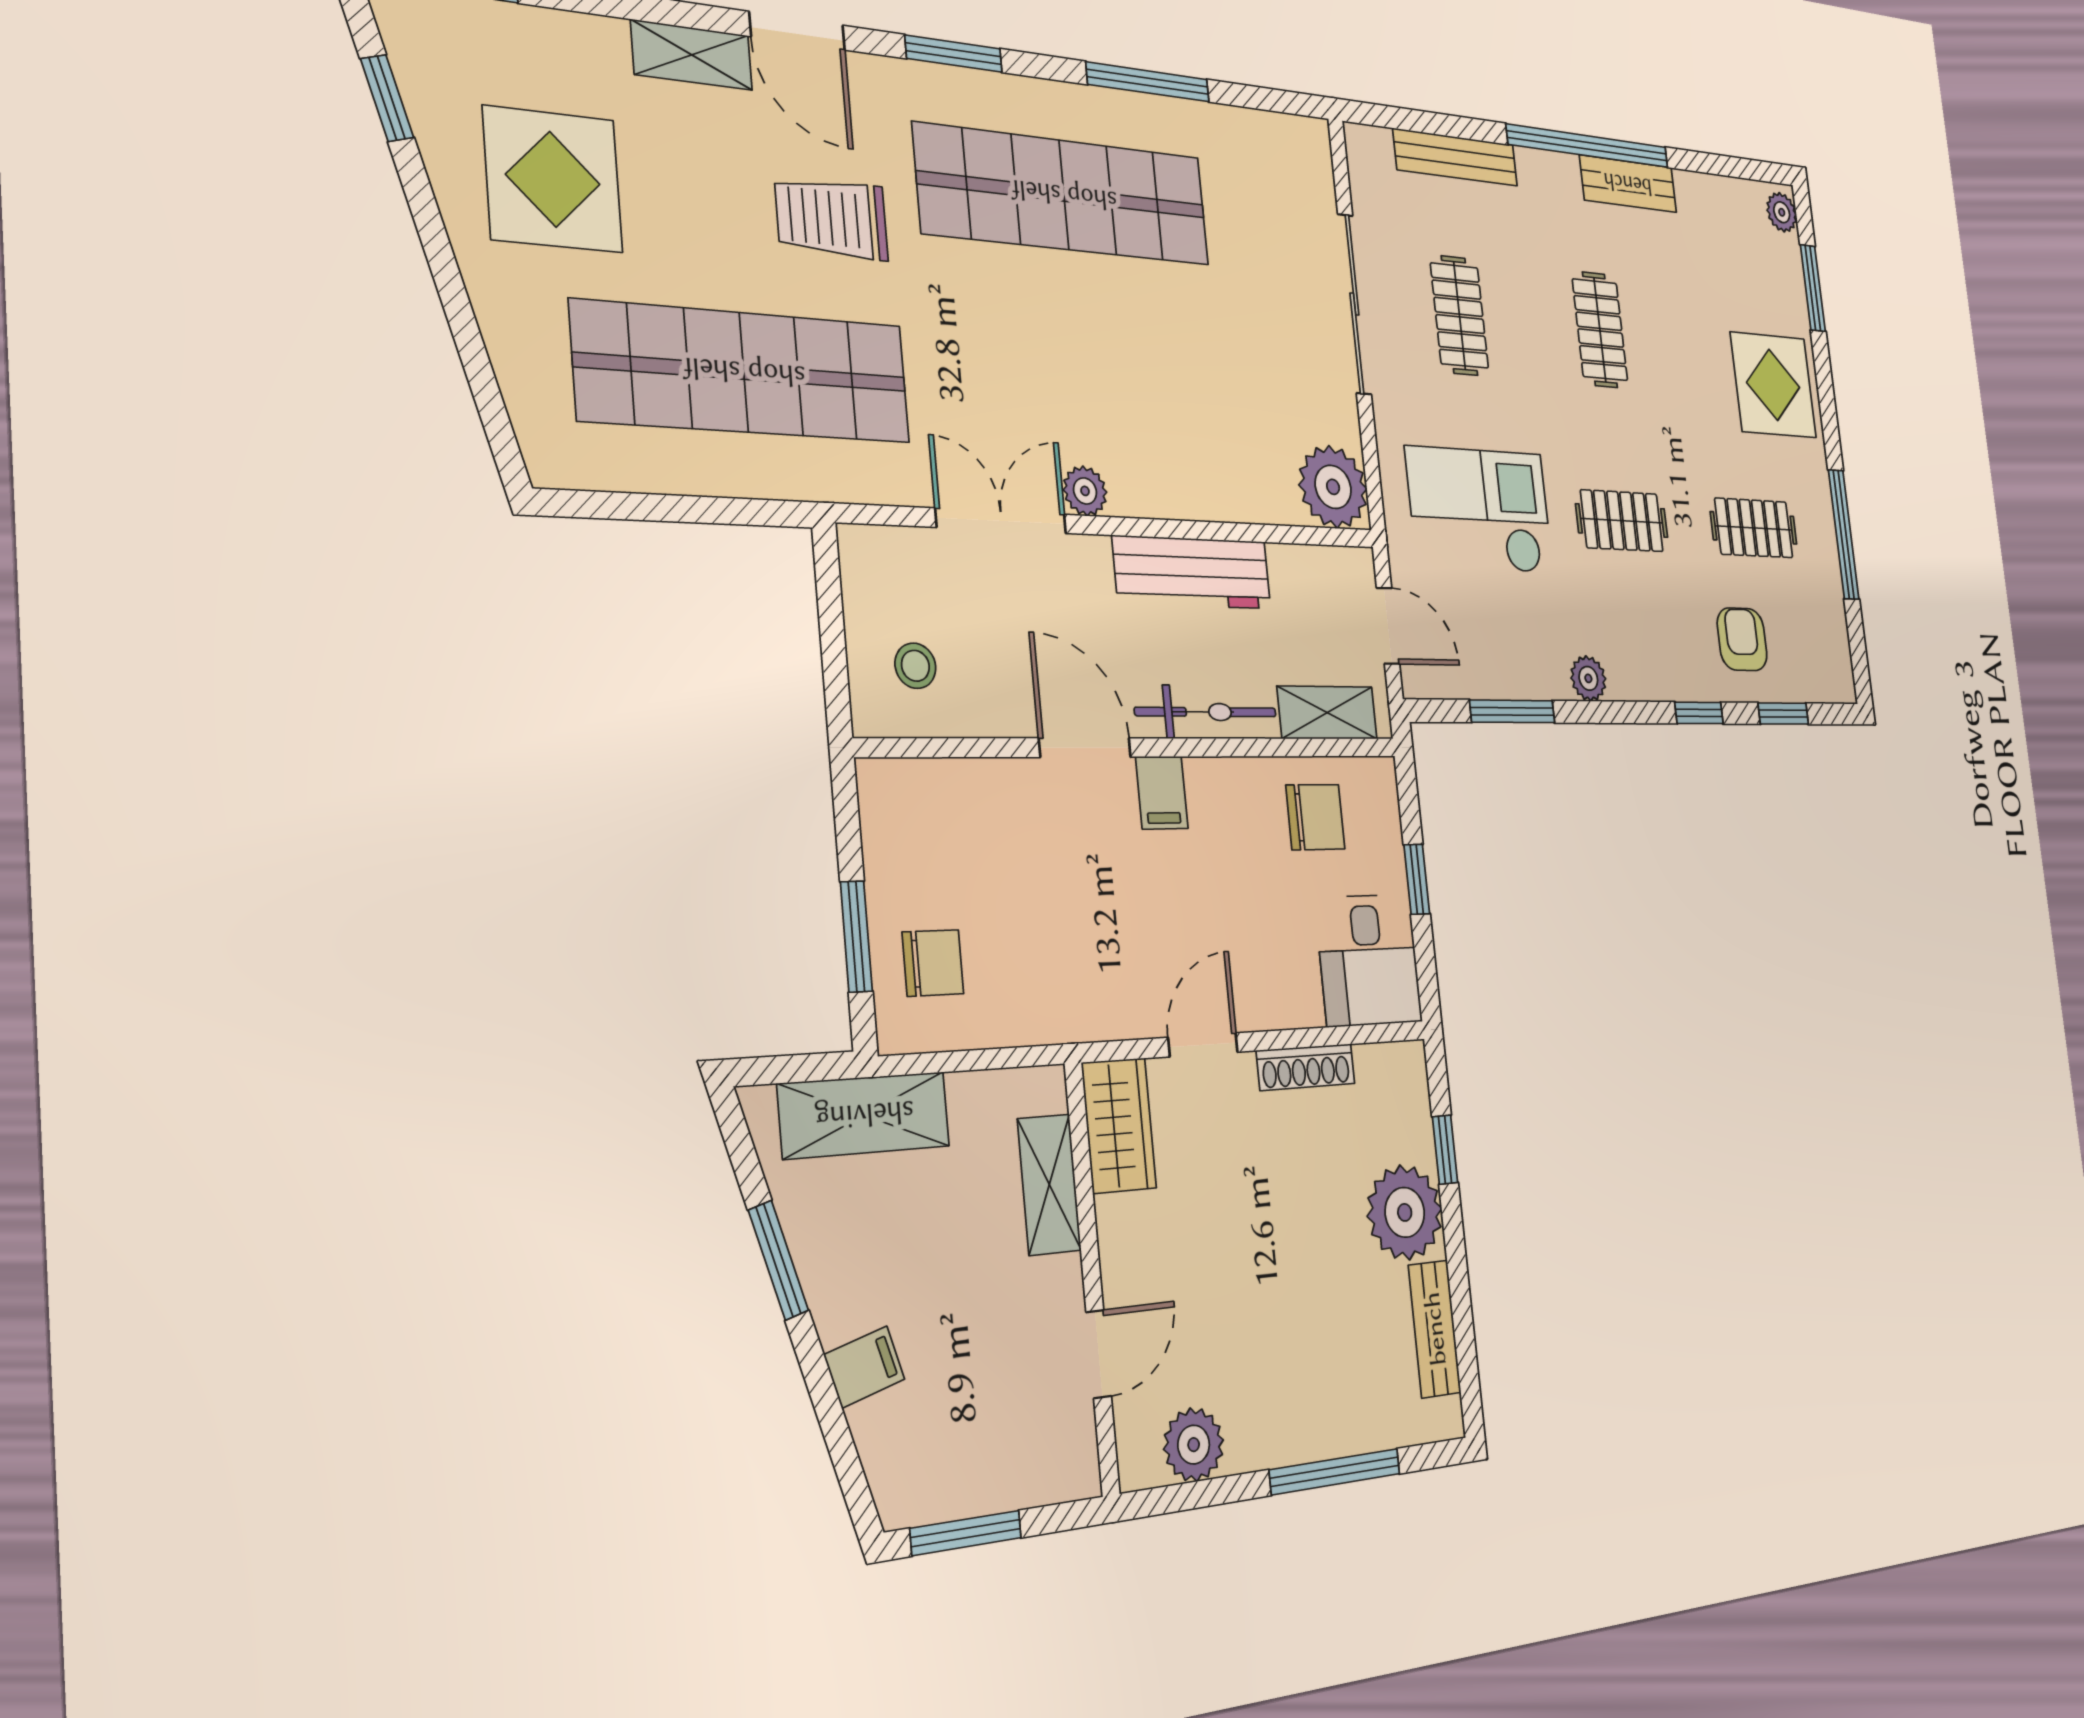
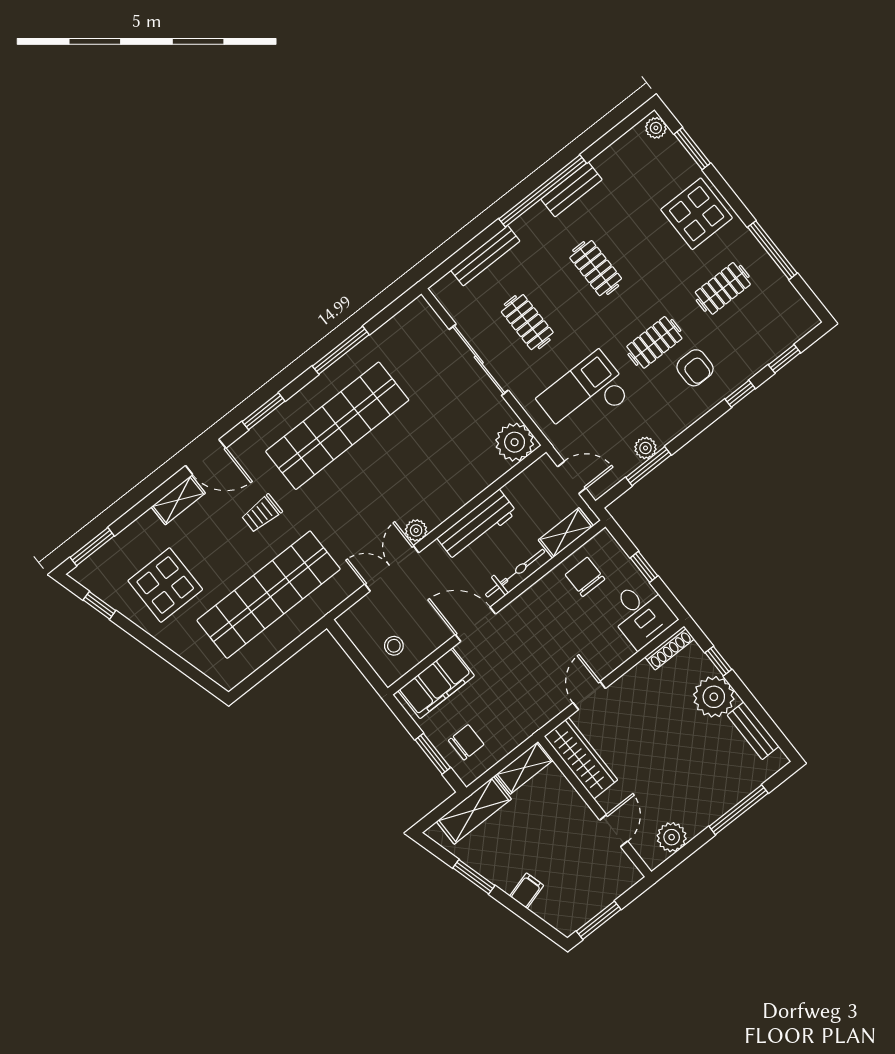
trolley: (832, 218) -> (262, 513), width x0.73, depth x0.72
armchair: (1742, 639) -> (695, 368), moved, turned 180
plant: (1588, 678) -> (645, 448), moved
filing cabinet: (1162, 793) -> (436, 683), moved, width x3.00, depth x1.17
chair: (1315, 817) -> (585, 577), turned -90
shoe rack: (1306, 1067) -> (669, 648), moved
wardrobe: (1119, 1125) -> (581, 758), width x1.50
shelving: (1049, 1185) -> (524, 768), moved, turned 90

